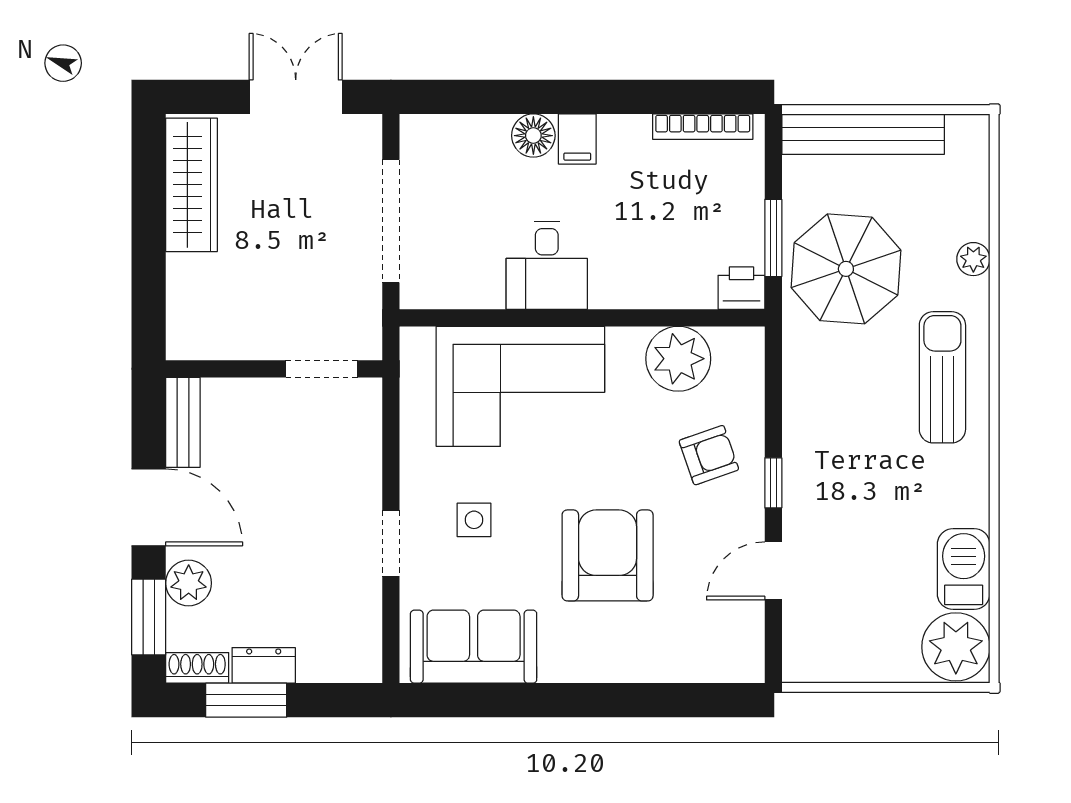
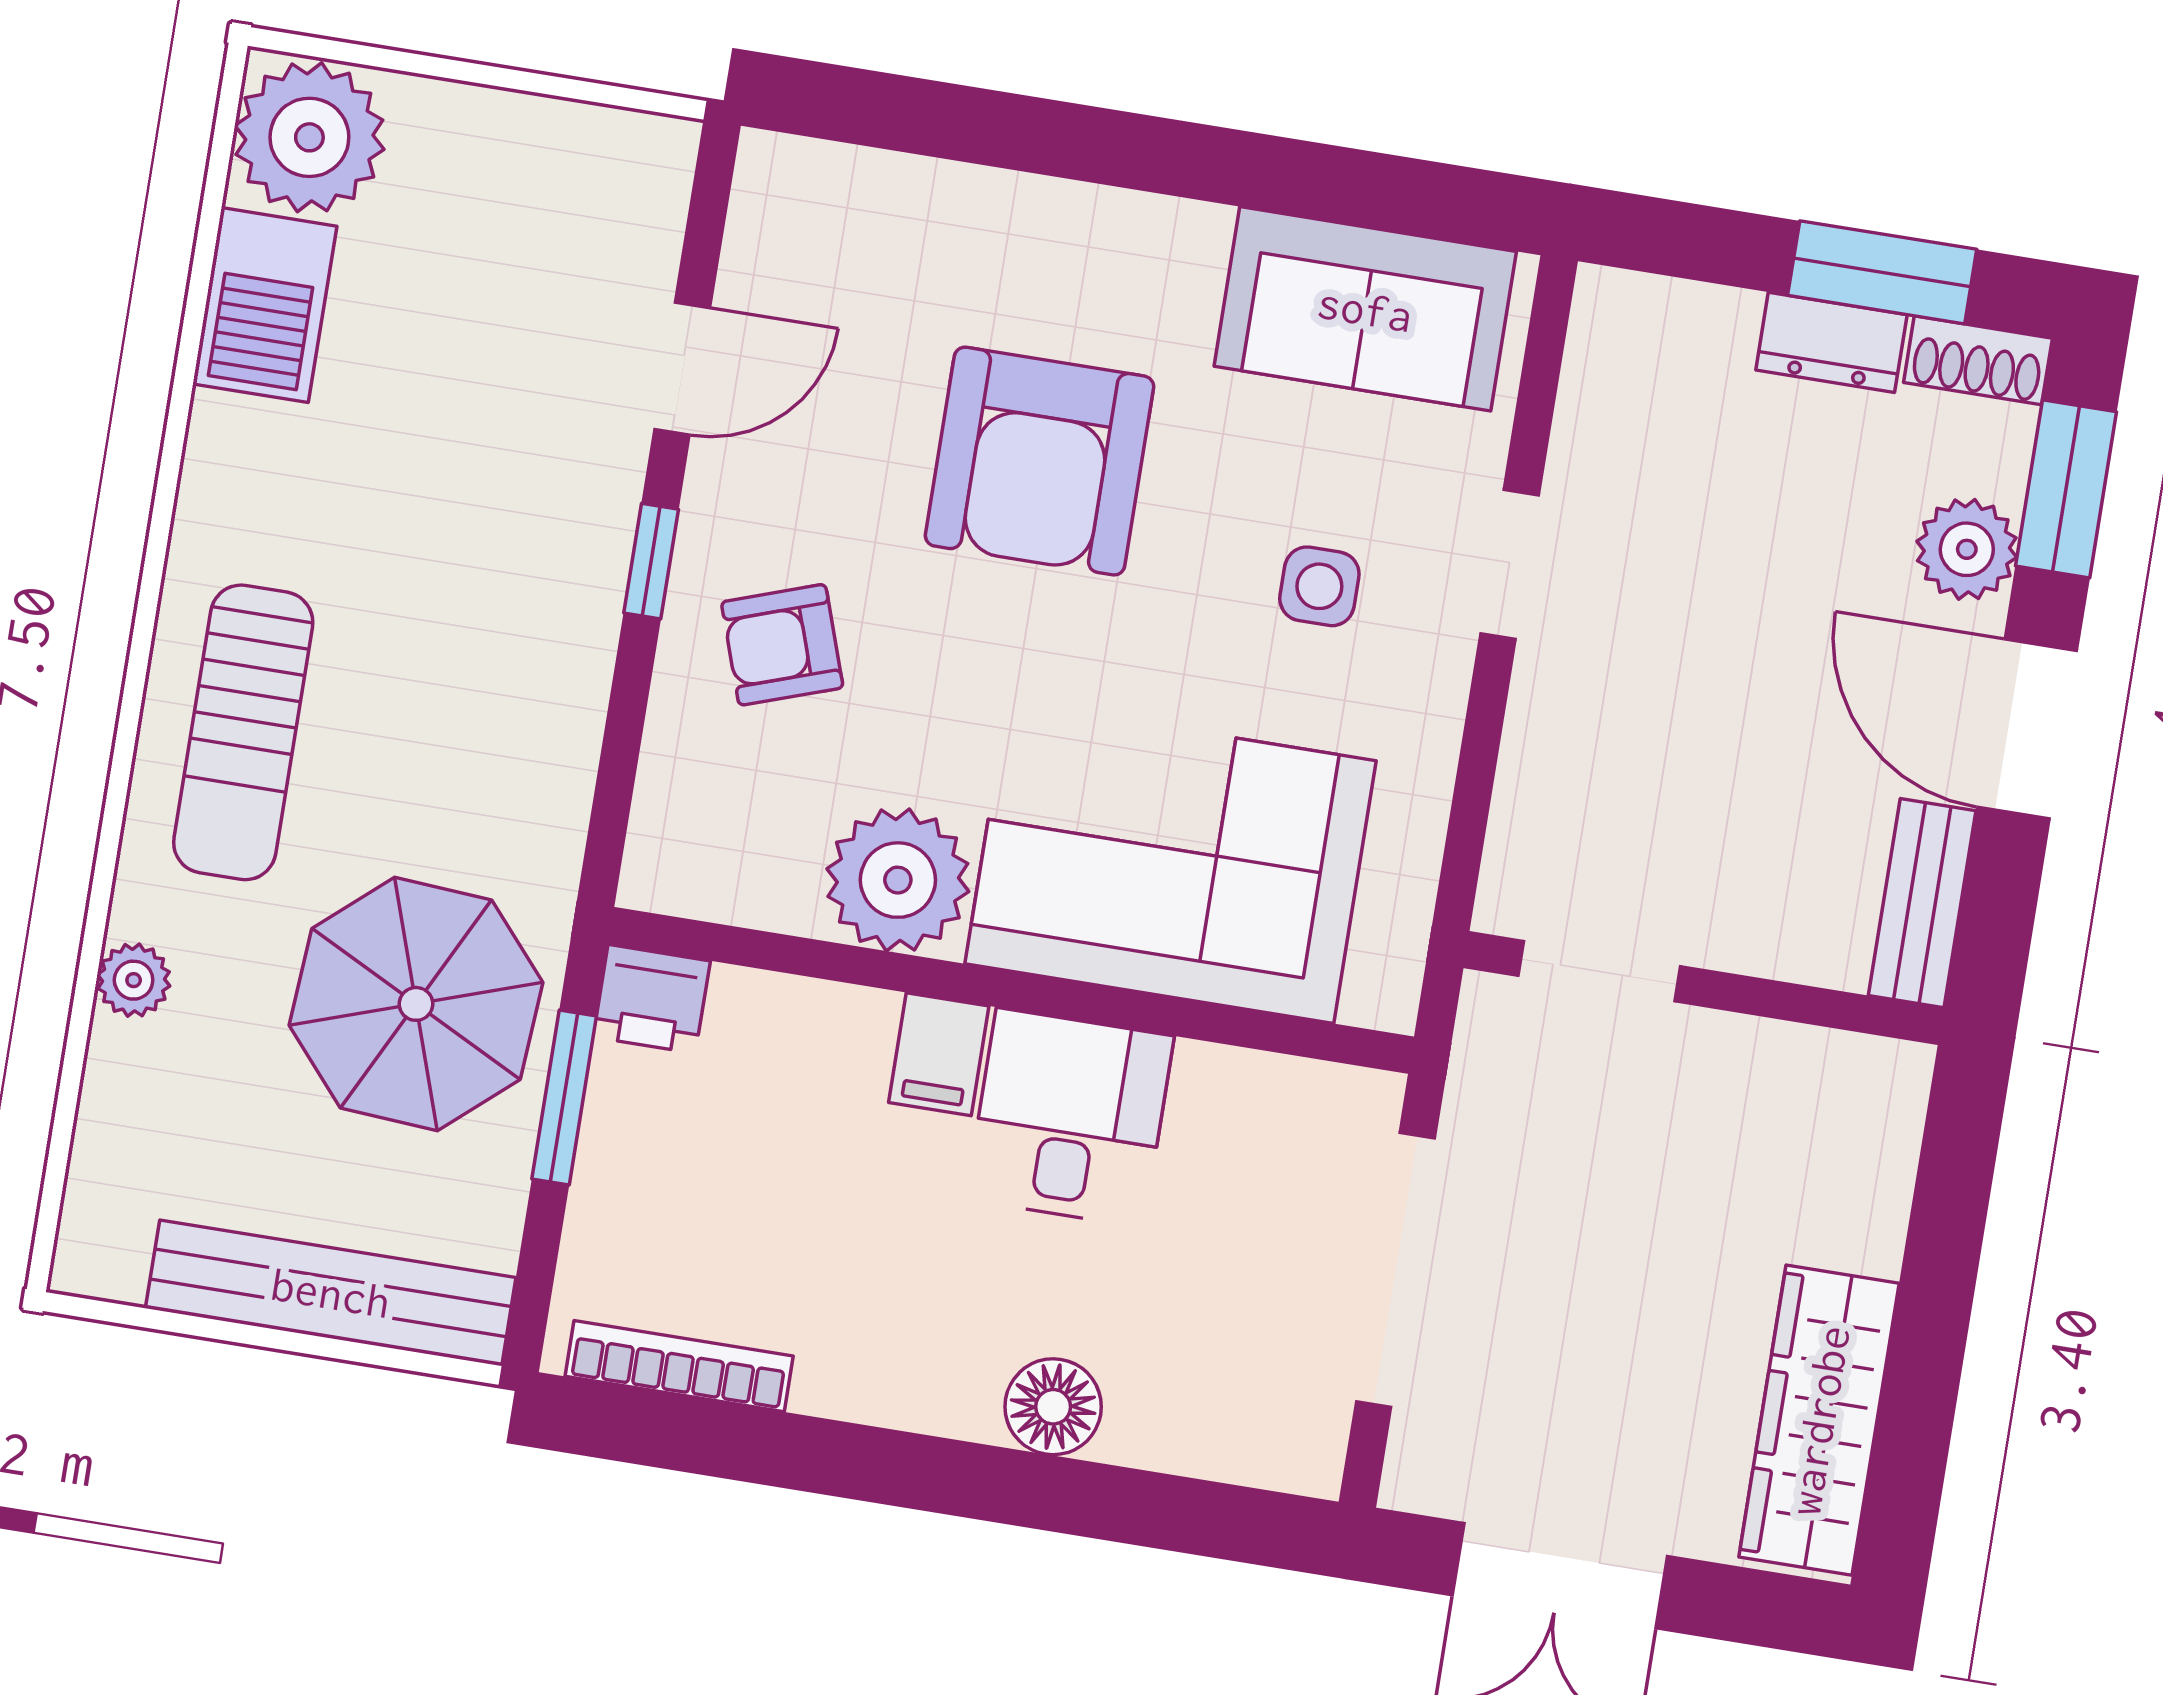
filing cabinet: (577, 139) -> (939, 1054), moved, turned 180
plant: (678, 359) -> (898, 880), moved

